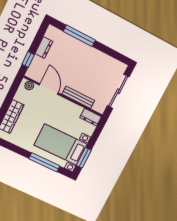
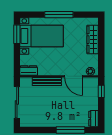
dresser: (44, 48) -> (94, 119), moved
window: (44, 162) -> (59, 15), moved

